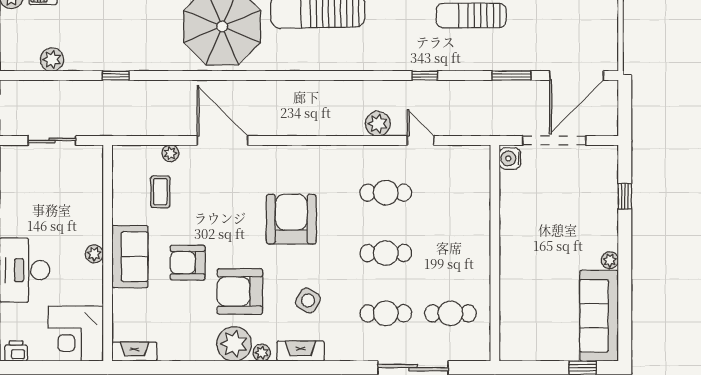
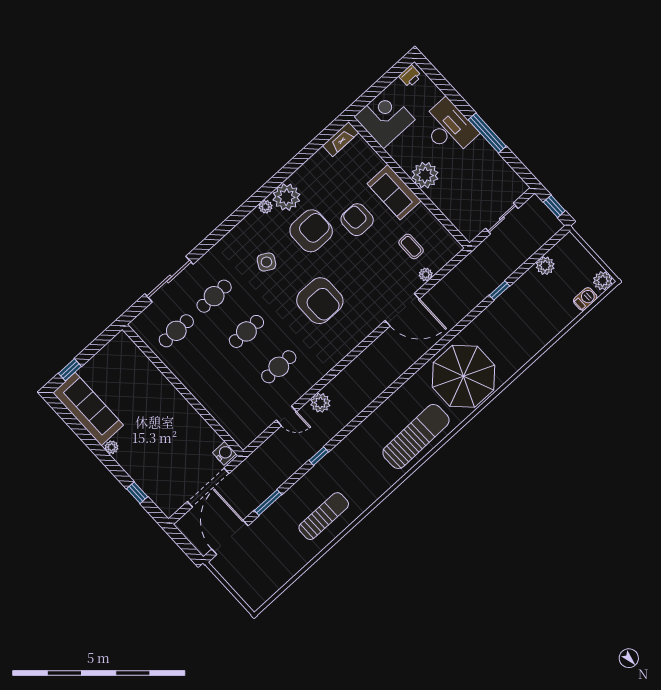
plant: (94, 254) -> (425, 175), width x1.88, depth x1.88
armchair: (188, 263) -> (357, 220), turned -90
fireplace: (301, 351) -> (244, 228), removed

